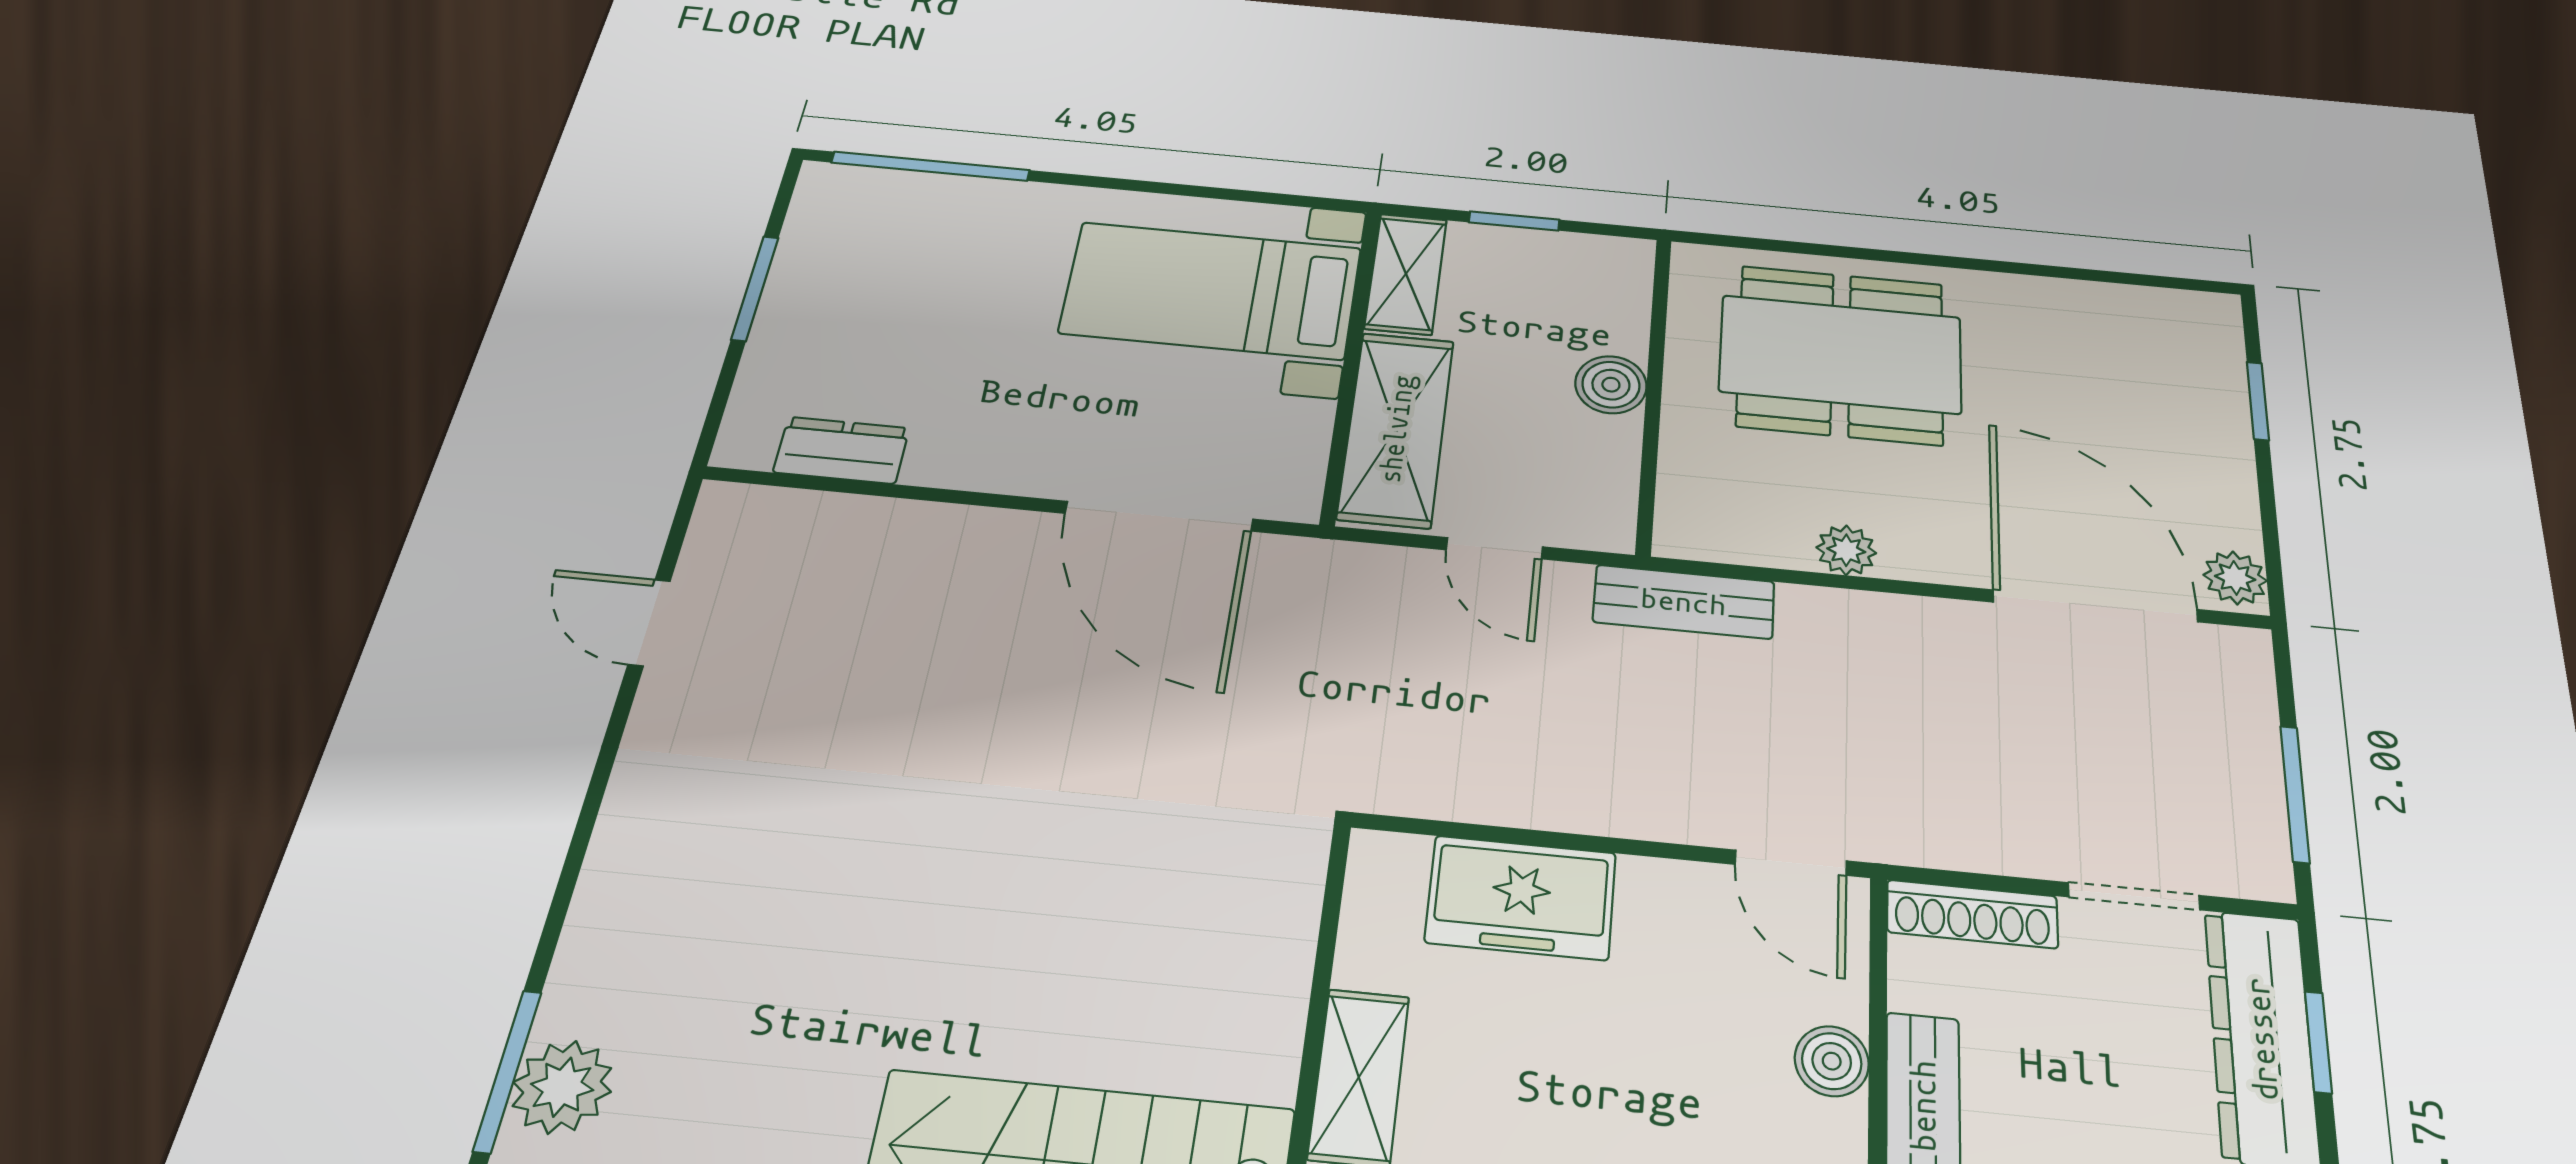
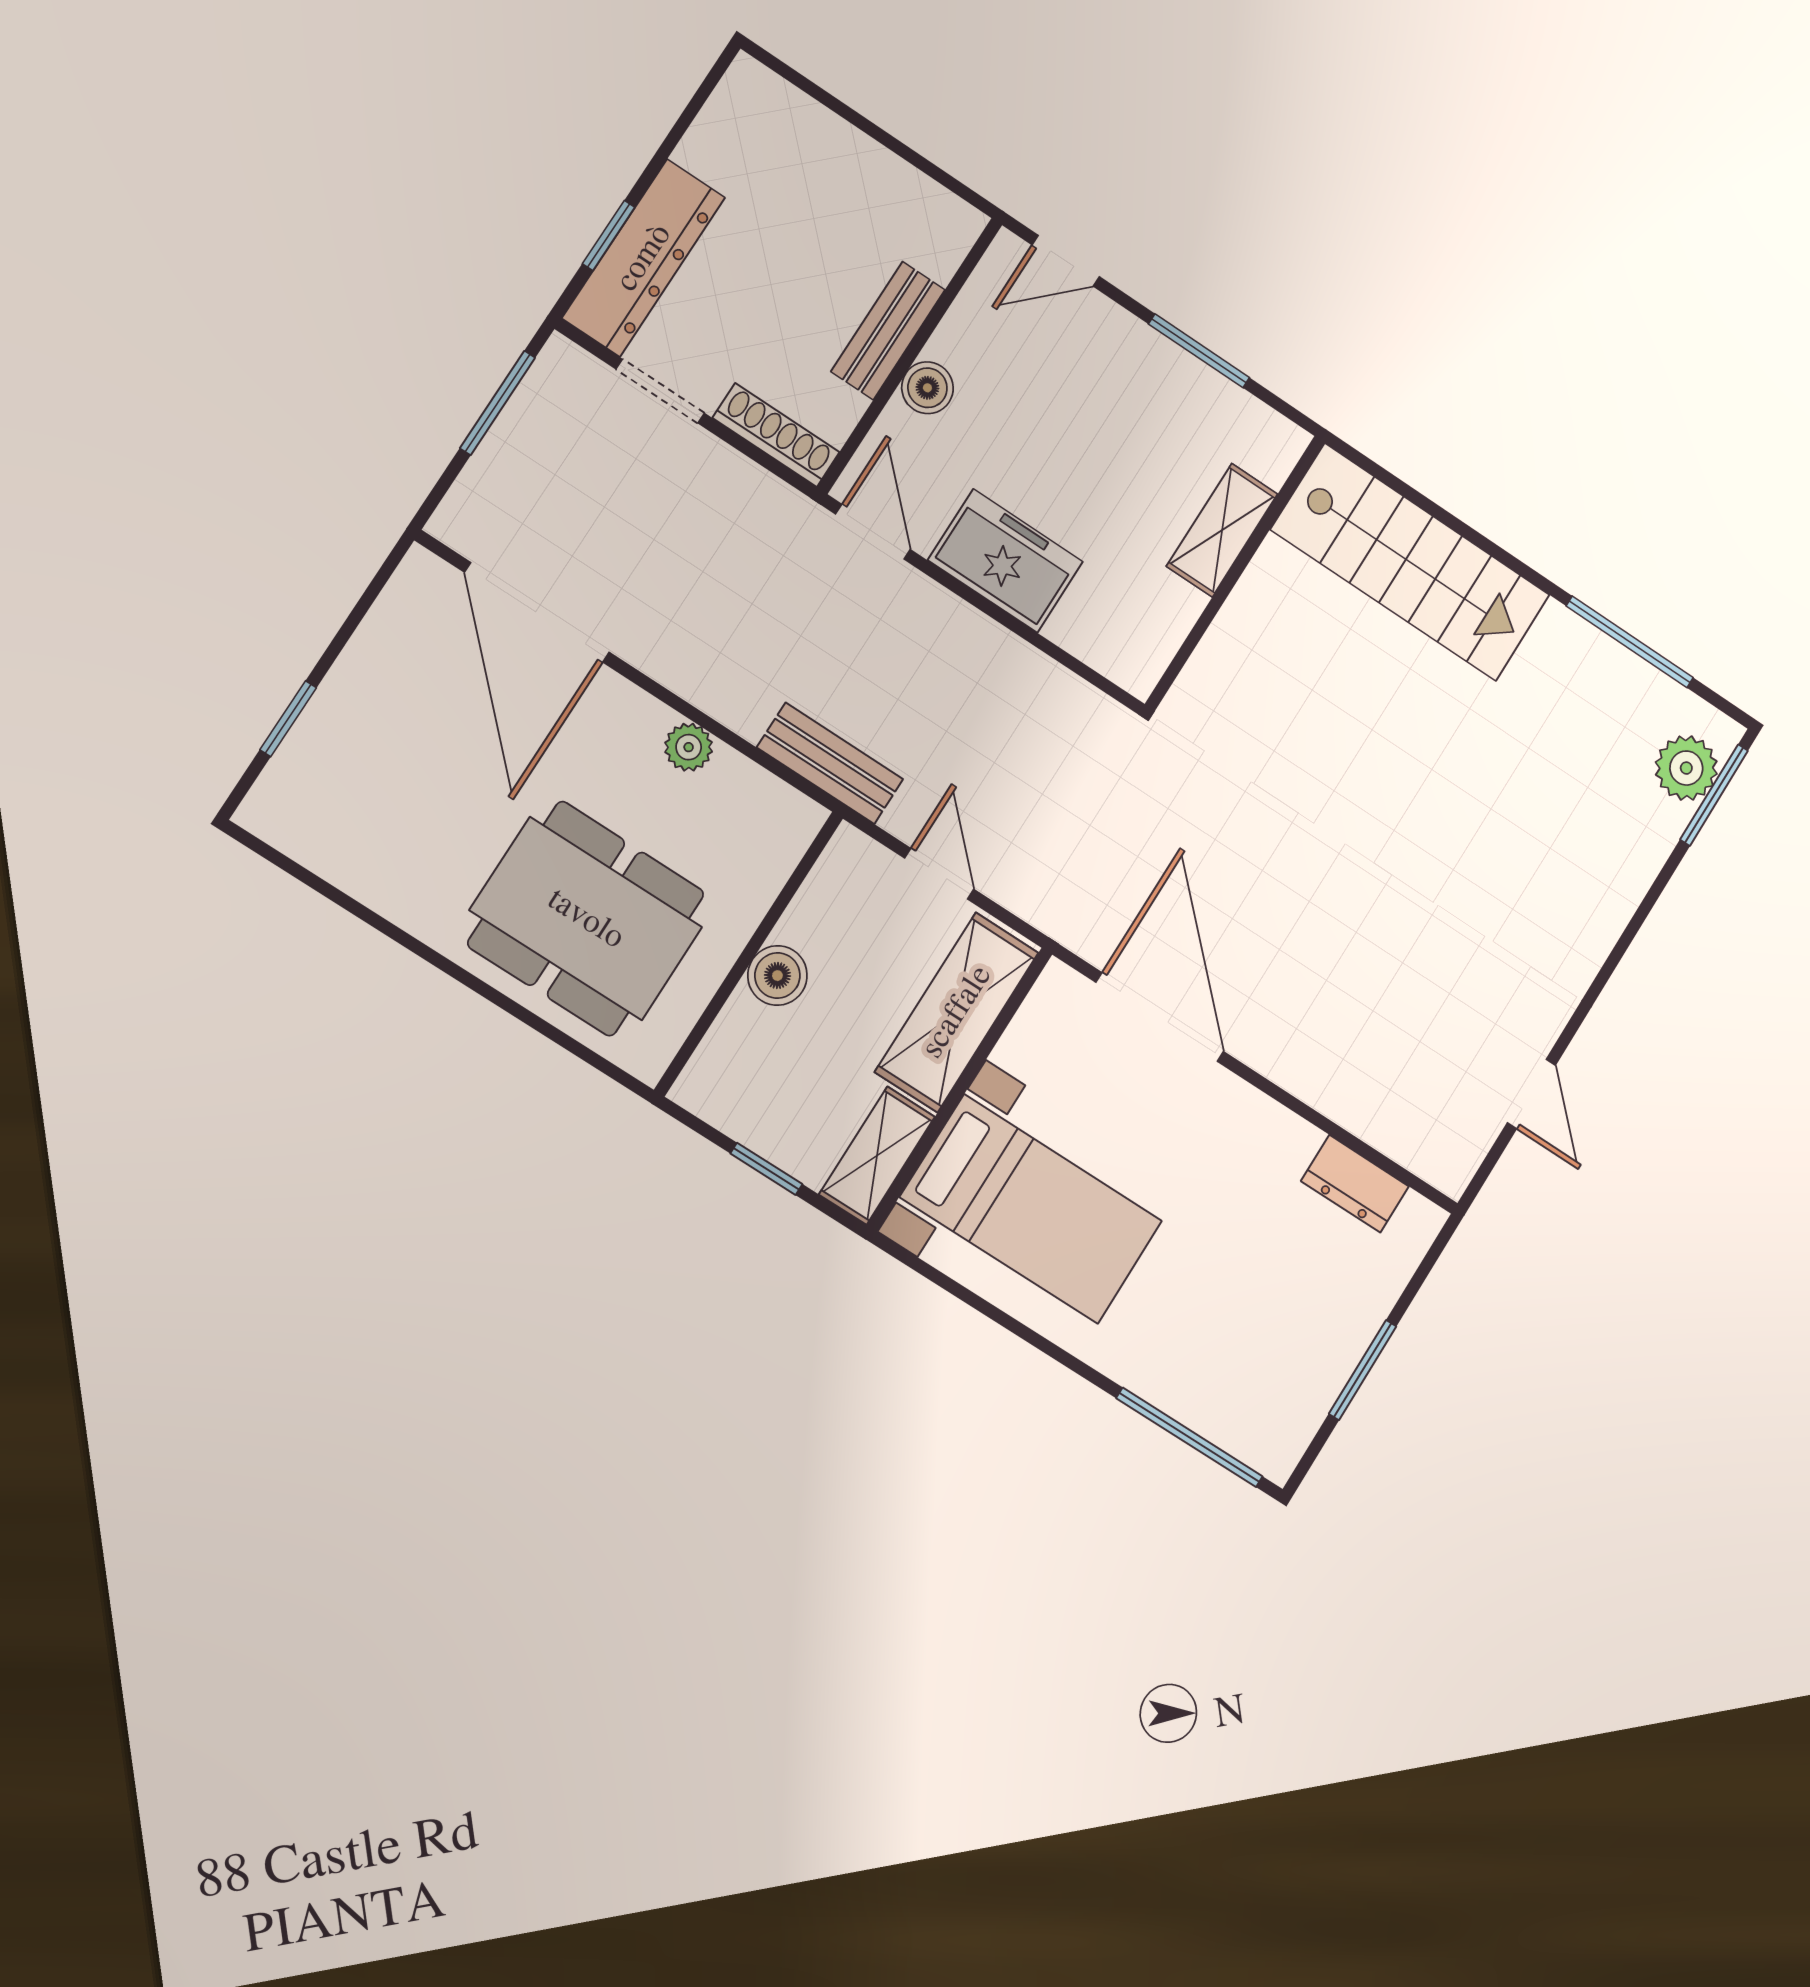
plant: (2235, 578) -> (418, 583), removed
freezer: (1521, 898) -> (1005, 561), moved

